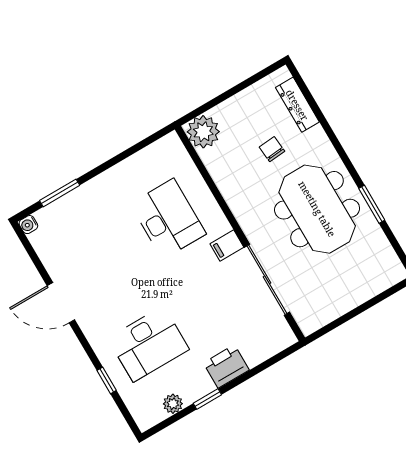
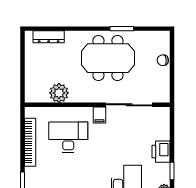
plant: (203, 132) -> (59, 93), moved
chair: (272, 149) -> (163, 60), moved
bookcase: (128, 168) -> (30, 142), added

